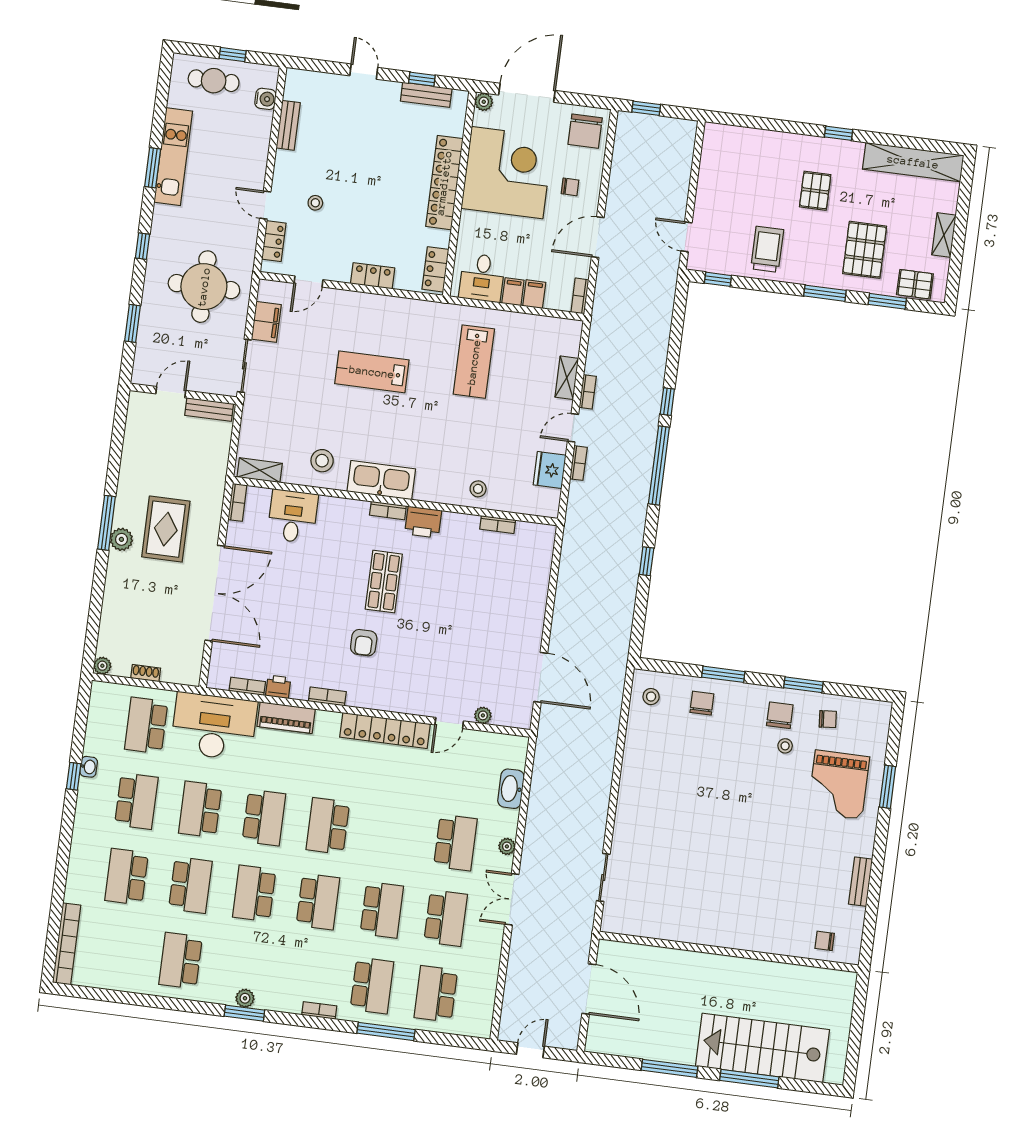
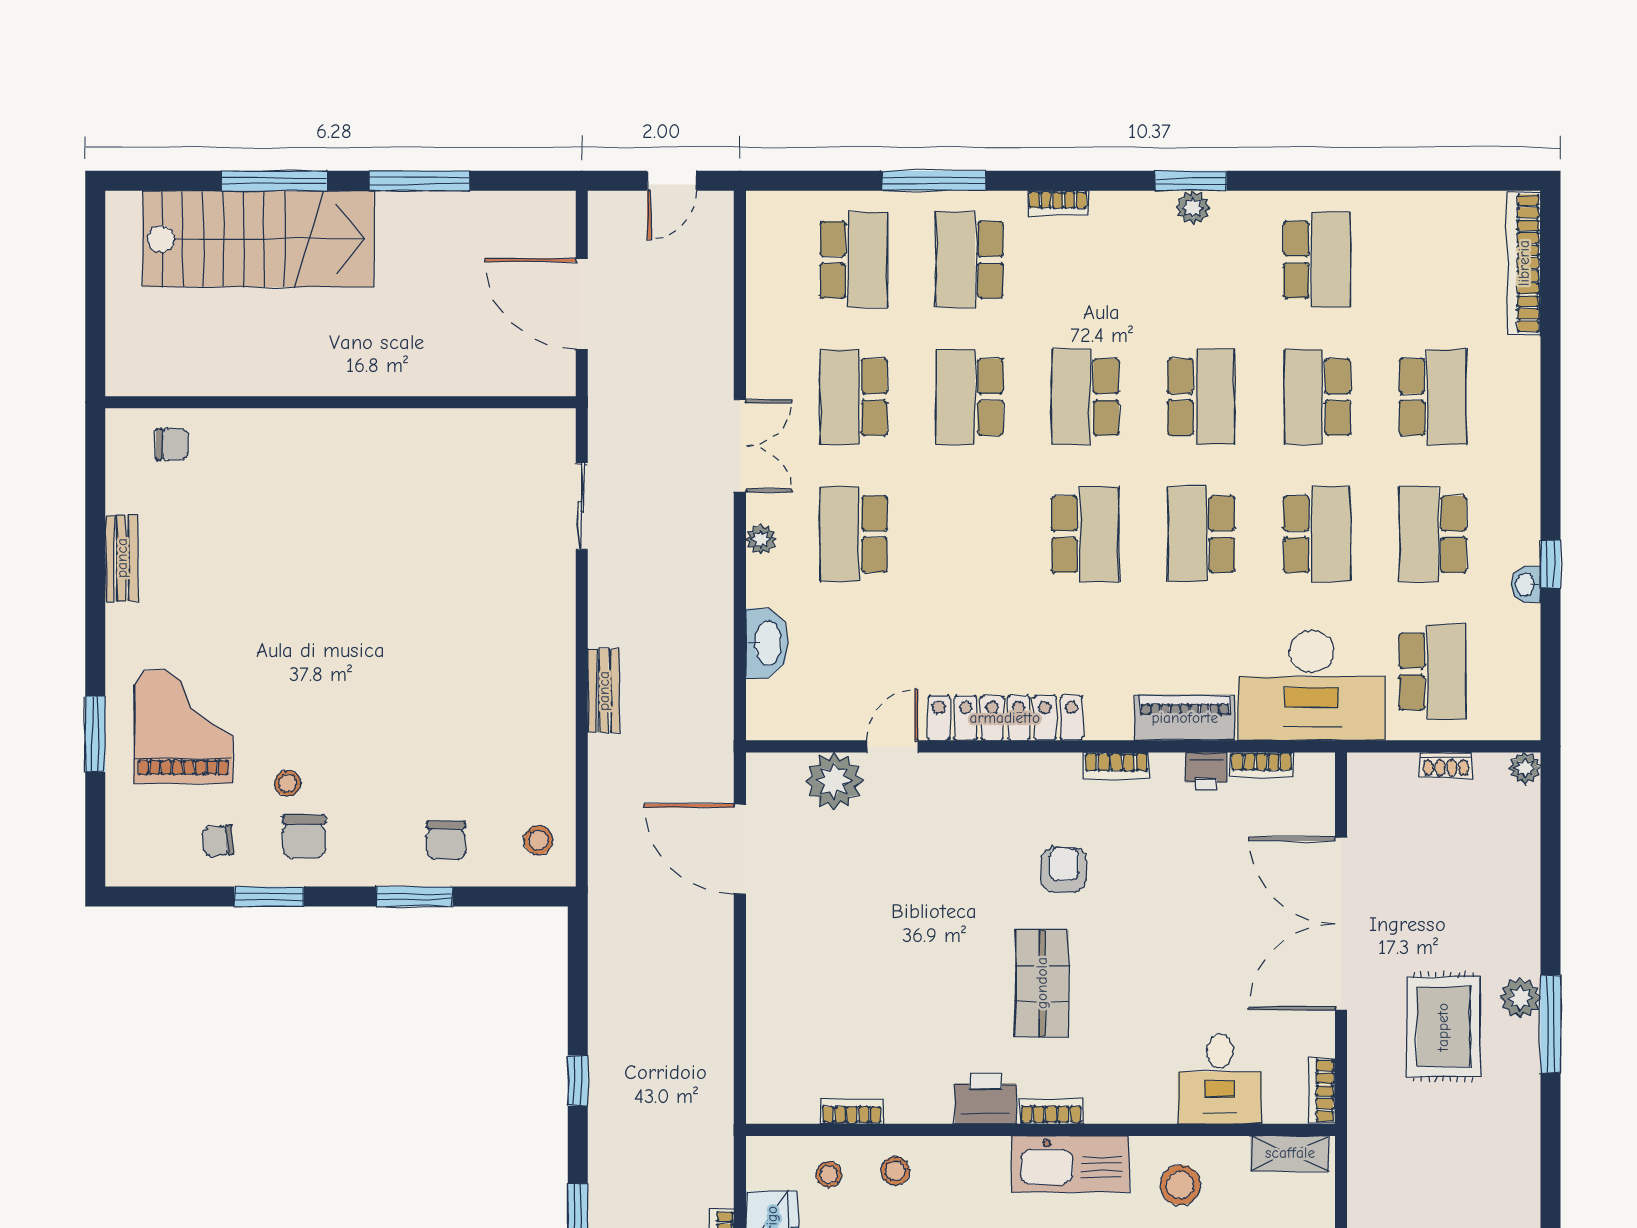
stool: (515, 492) -> (829, 1174), added
plant: (483, 715) -> (834, 781), width x1.88, depth x1.88
bench: (604, 774) -> (604, 691), added

